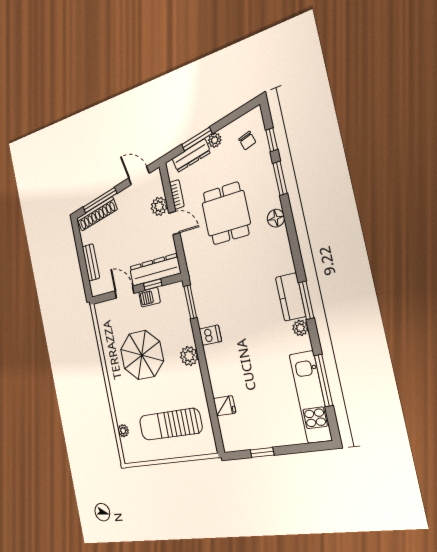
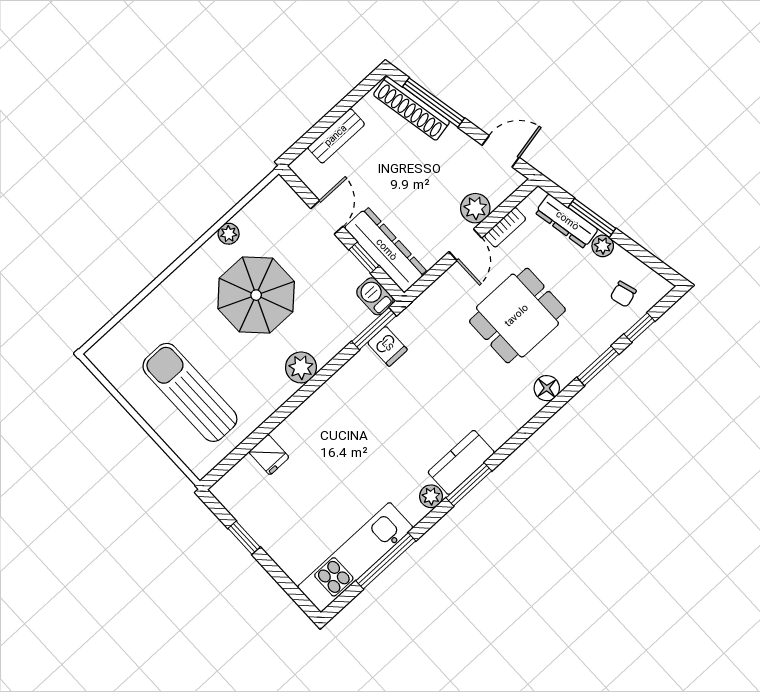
door: (139, 176) -> (501, 151), hinge flipped
barbecue: (150, 297) -> (375, 296), moved
dishwasher: (210, 335) -> (387, 346), moved
plant: (123, 431) -> (229, 234), moved

